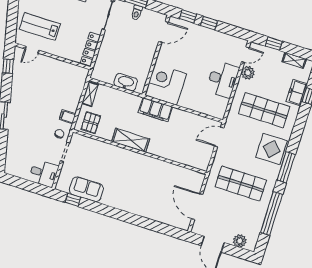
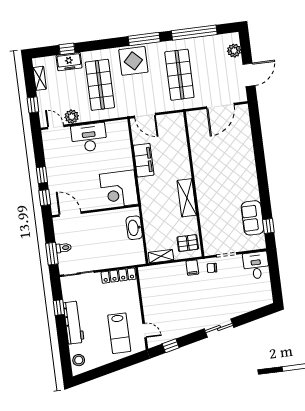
filing cabinet: (155, 110) -> (144, 160), moved

